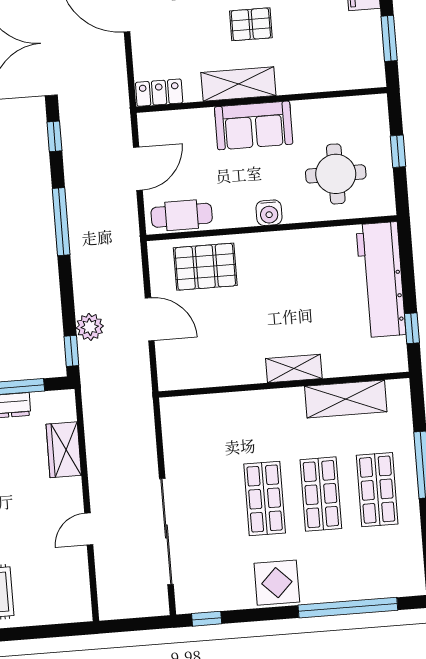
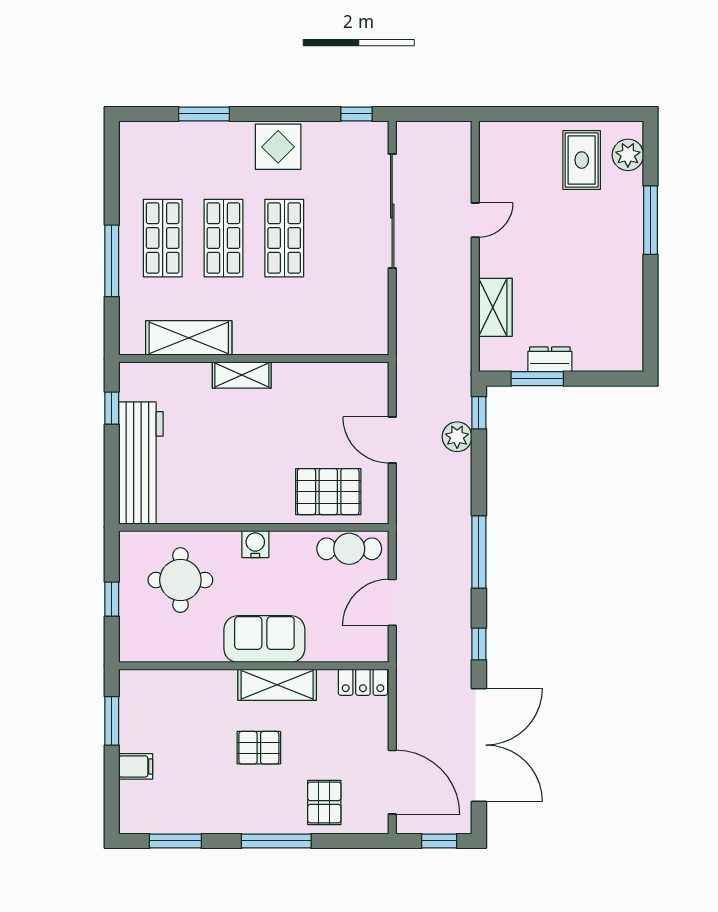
window: (348, 608) -> (204, 114), width x0.47

